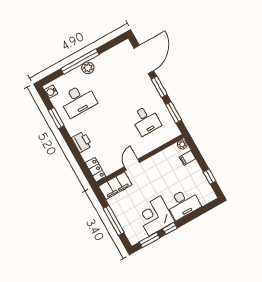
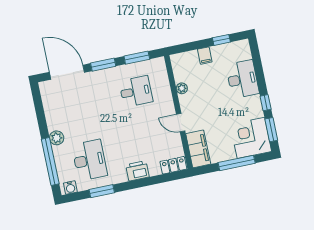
window: (80, 62) -> (50, 161), moved
plant: (182, 144) -> (182, 88), moved
filing cabinet: (187, 158) -> (205, 56), moved
corner desk: (155, 216) -> (251, 138), moved, turned 90

